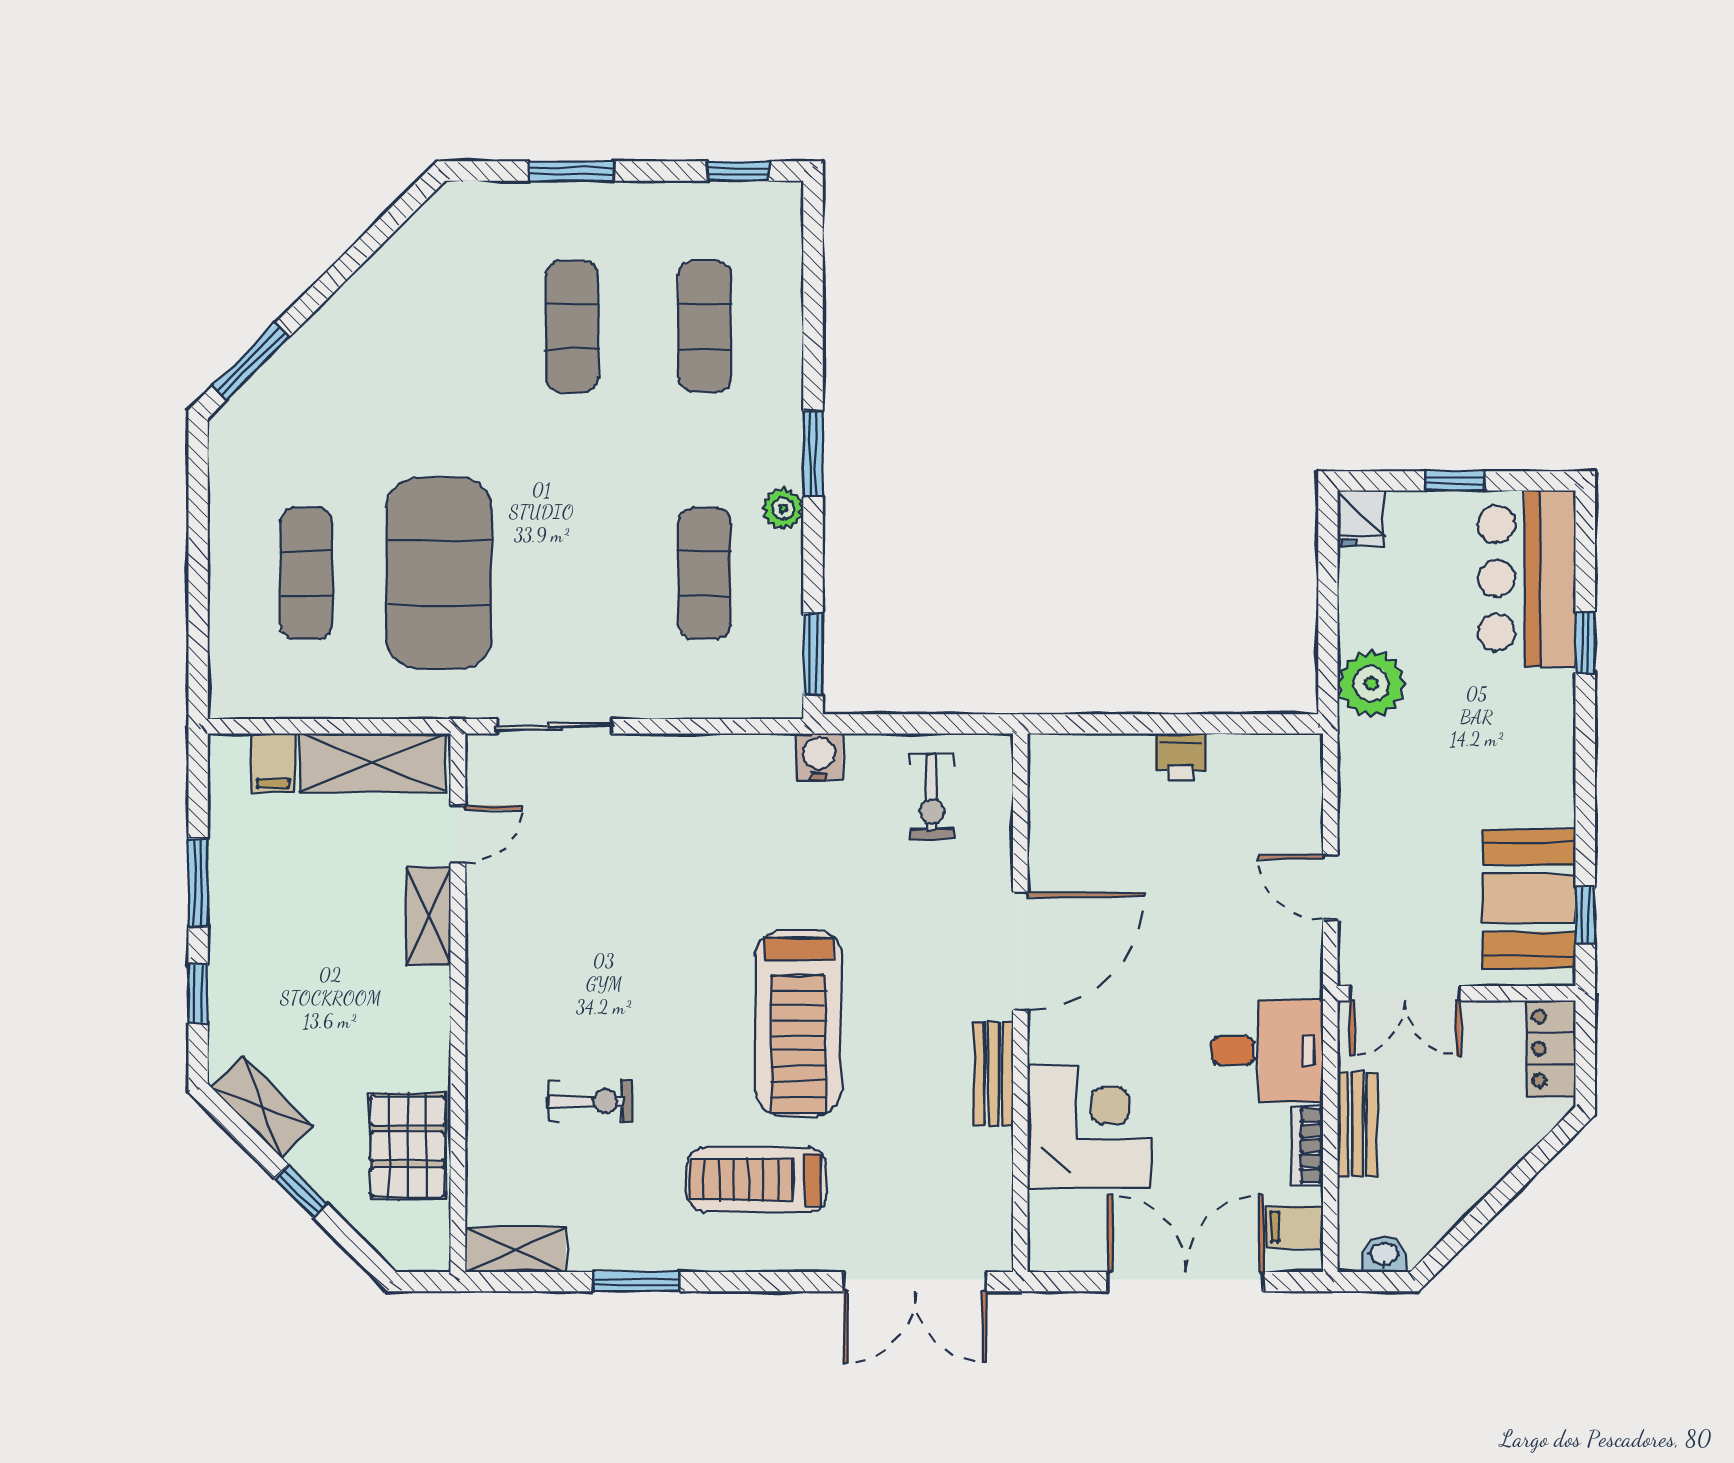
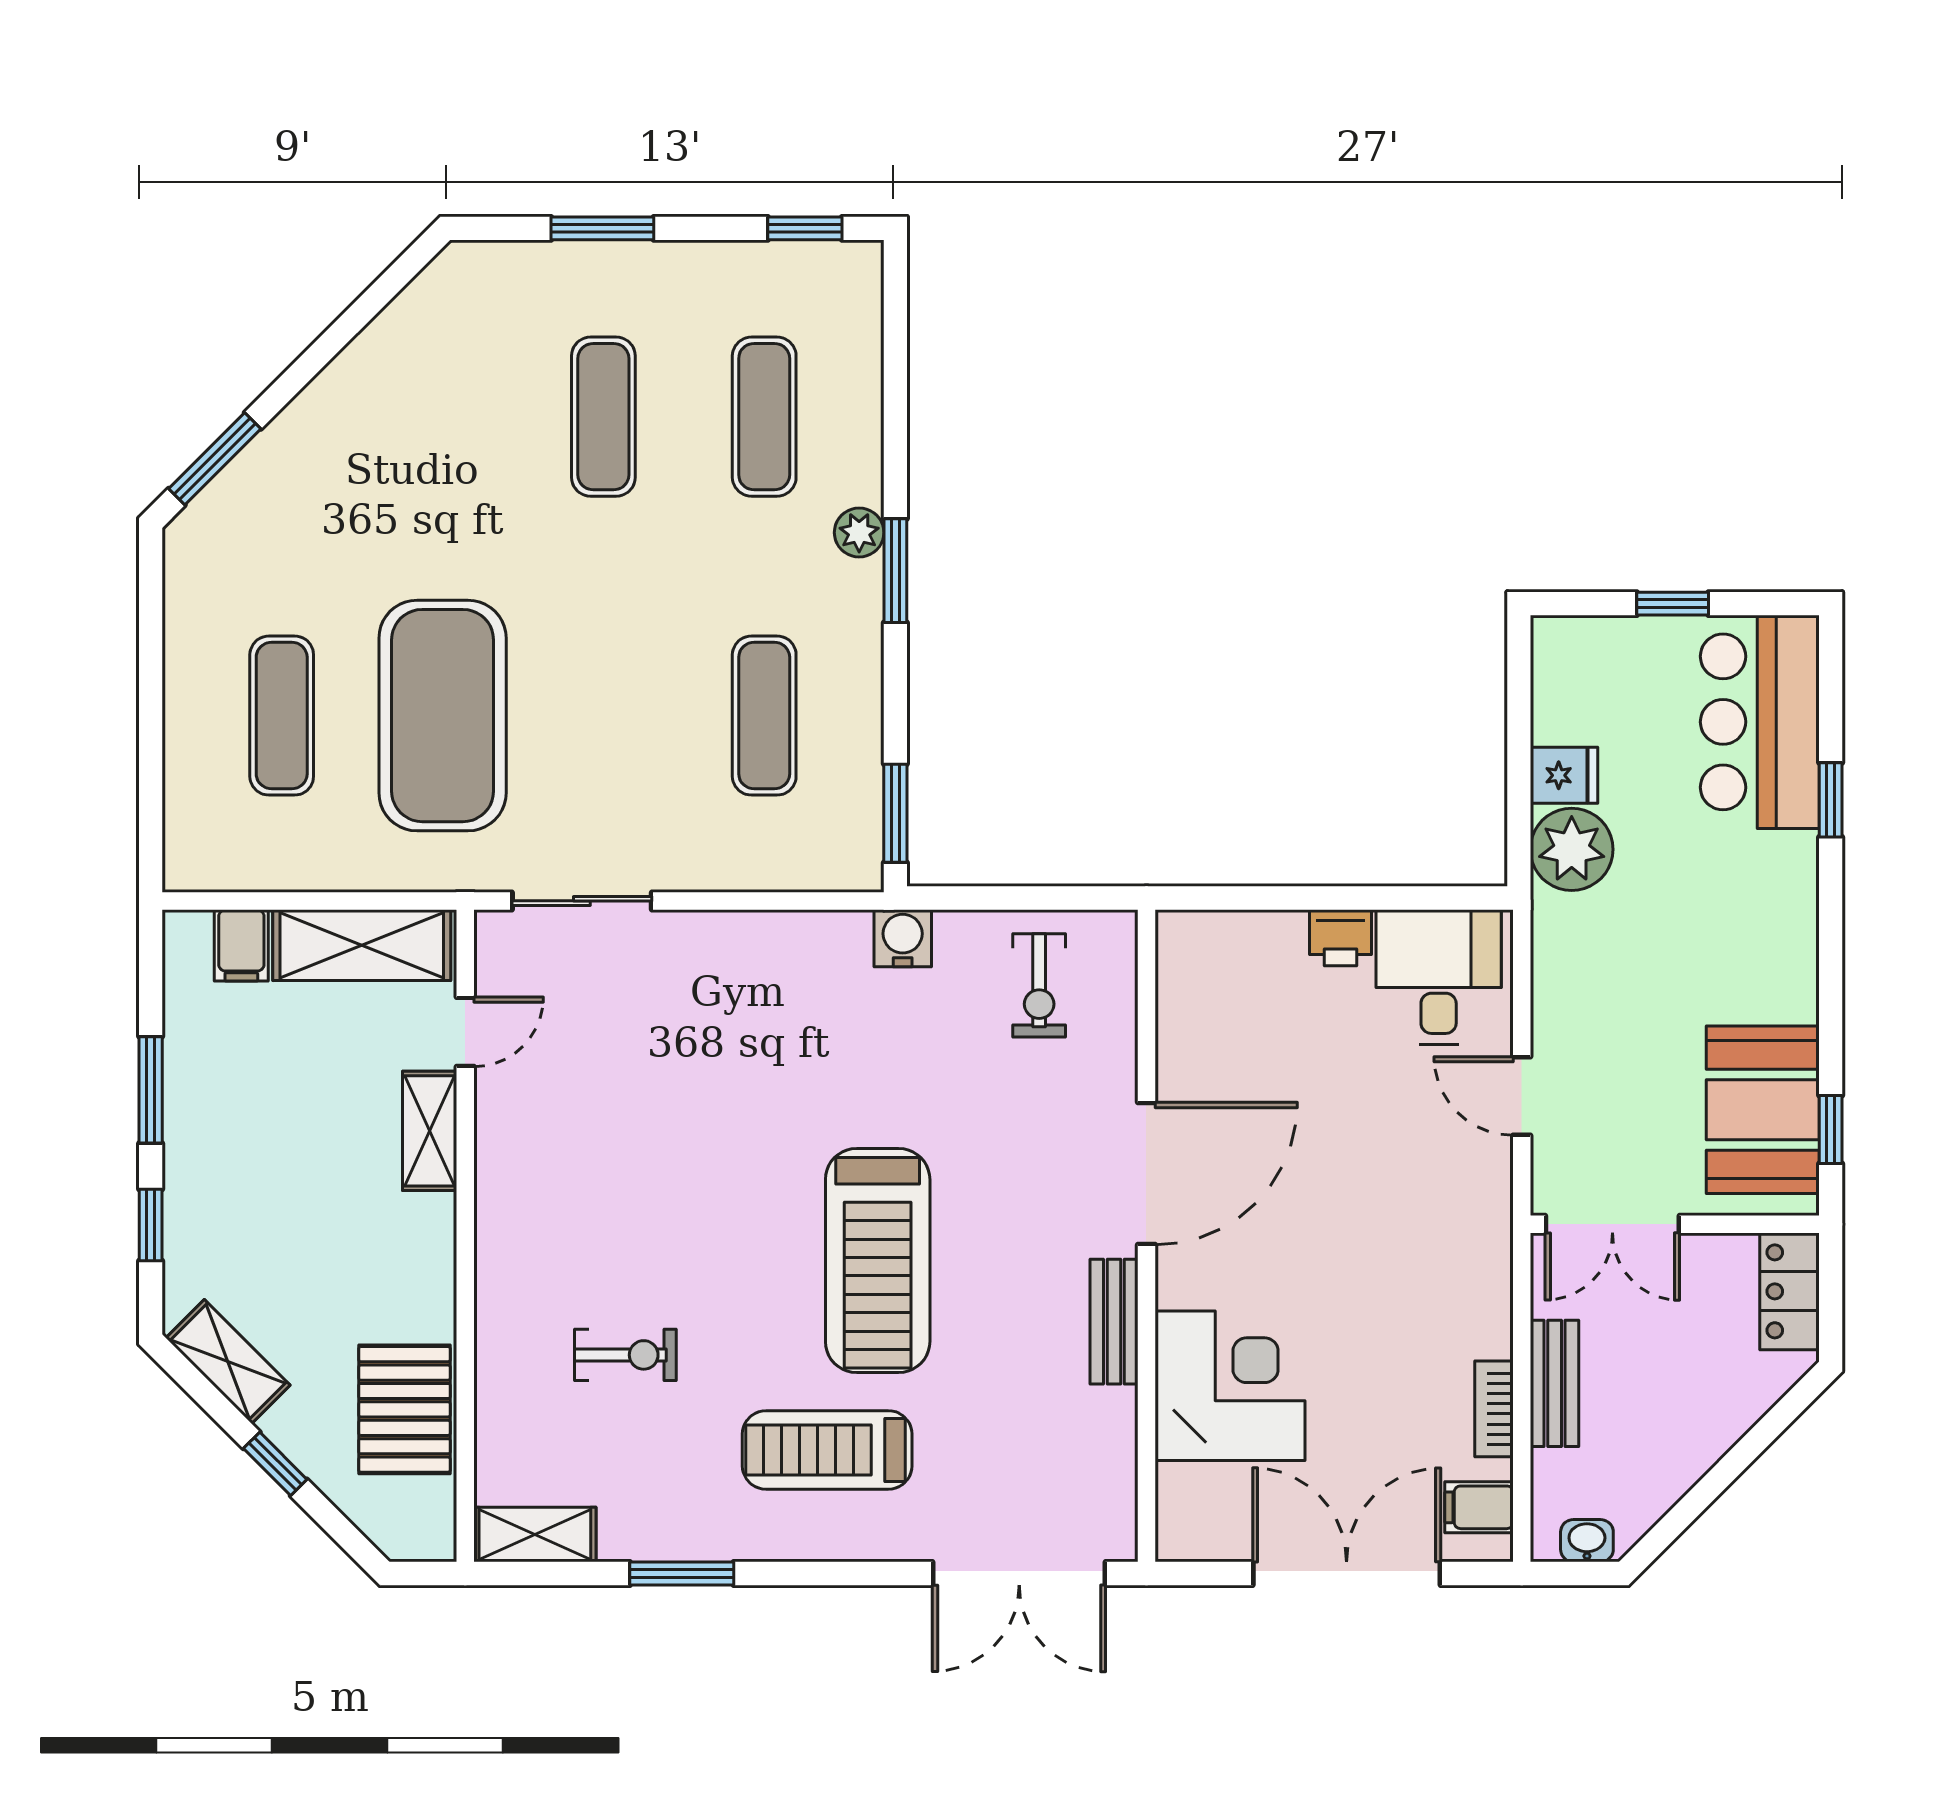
plant: (783, 508) -> (859, 533), moved
fridge: (1361, 518) -> (1564, 775), moved, turned -90
desk: (1267, 1051) -> (1439, 977), moved, turned -90

